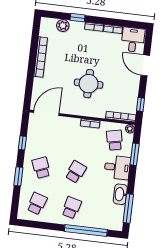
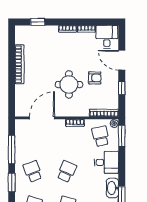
window: (78, 18) -> (38, 22), moved
plant: (63, 26) -> (37, 31), removed
armchair: (116, 80) -> (95, 78), added
window: (141, 105) -> (122, 88), moved
door: (46, 113) -> (42, 118), moved
window: (22, 143) -> (12, 150), width x2.17
window: (135, 154) -> (122, 136), moved

